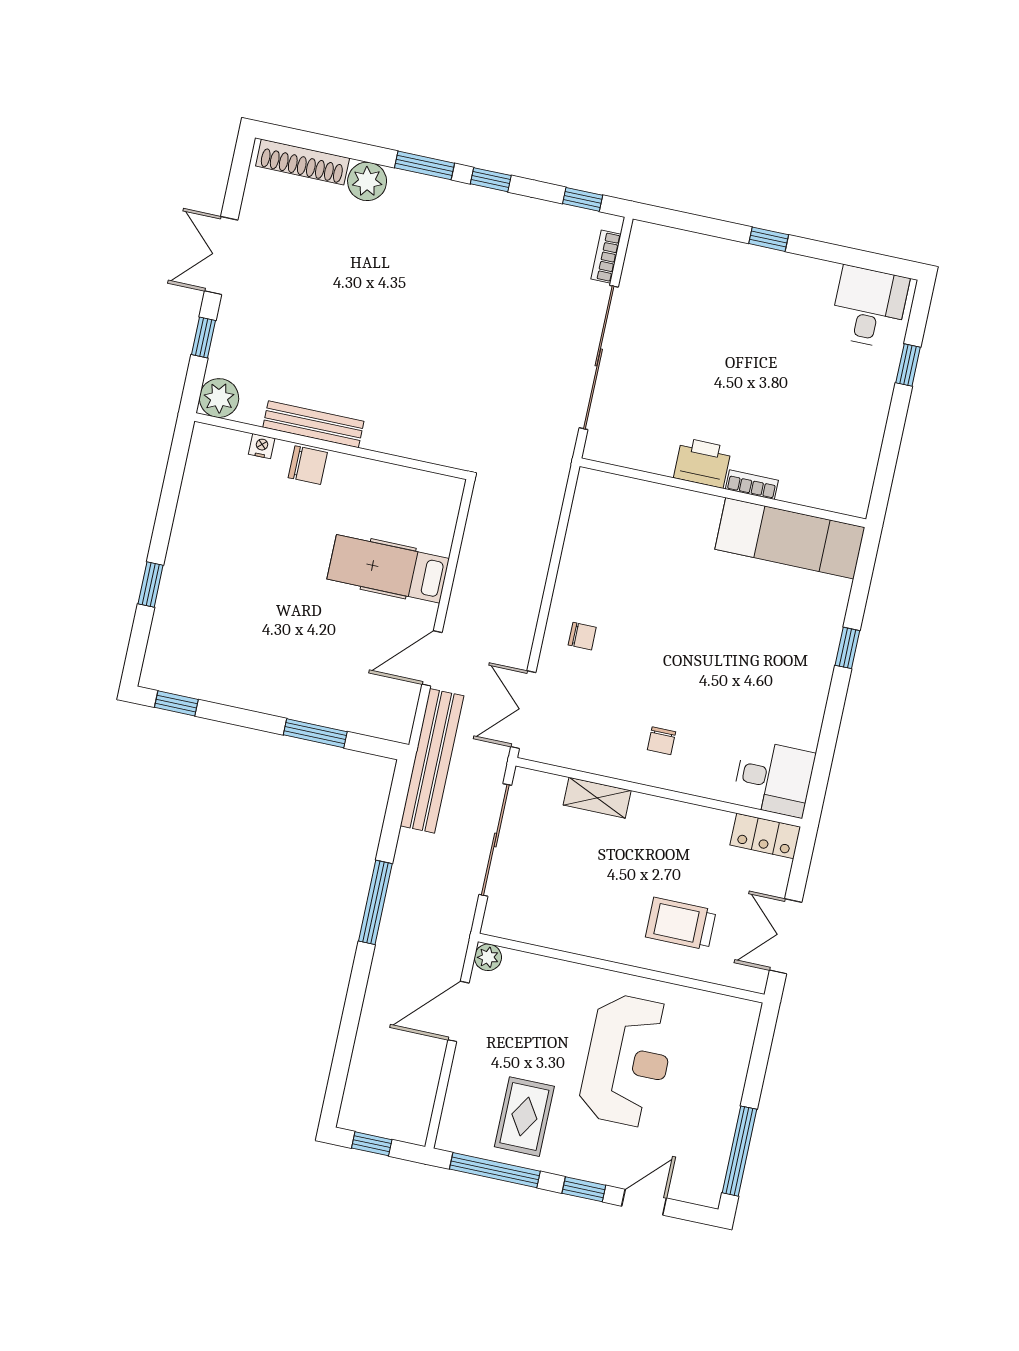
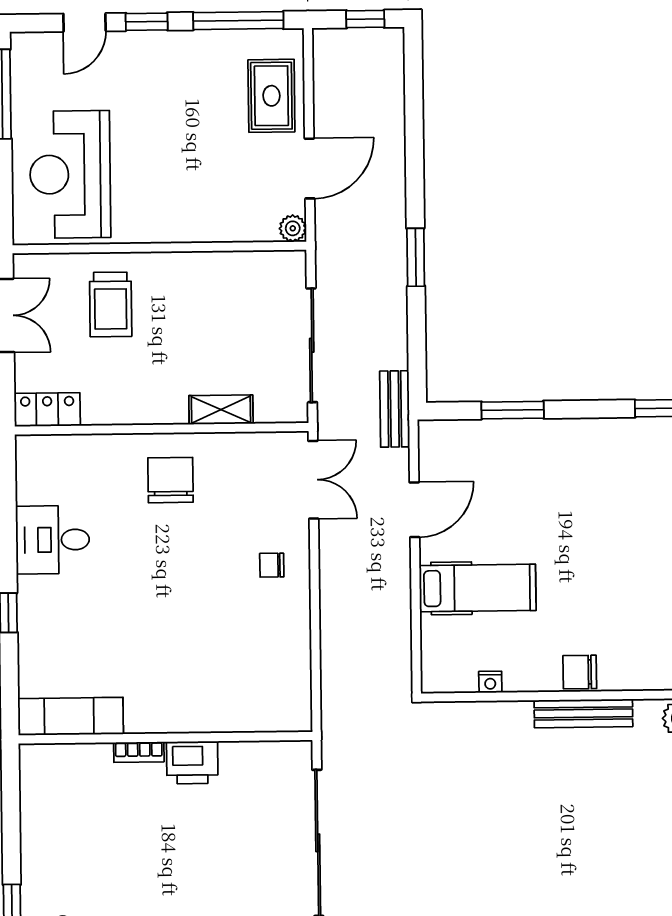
nightstand: (262, 446) -> (490, 682), moved
exam couch: (790, 538) -> (71, 716), width x0.73, depth x0.69
chair: (661, 741) -> (171, 480), width x1.87, depth x1.87
bench: (432, 761) -> (395, 409), width x0.54, depth x0.82
desk: (774, 778) -> (53, 540), moved
window: (375, 902) -> (416, 257), width x0.69
trolley: (681, 924) -> (111, 304), turned 90
reception desk: (628, 1061) -> (70, 174), moved
rug: (524, 1117) -> (271, 96), moved

